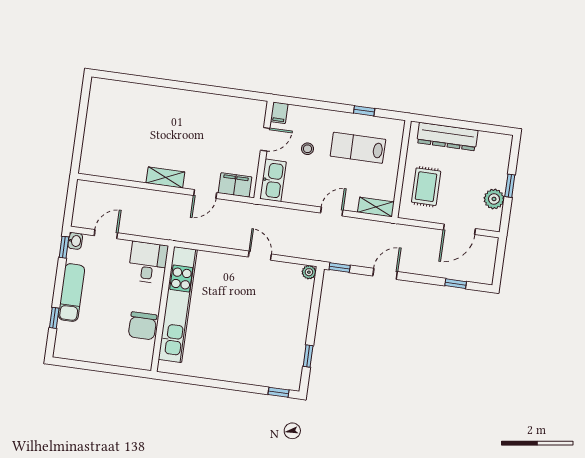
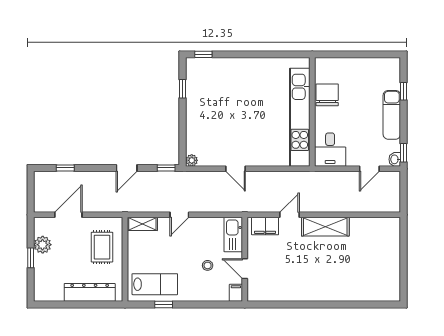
door: (265, 139) -> (245, 269), hinge flipped
lab bench: (358, 148) -> (155, 284), moved
shelving: (165, 177) -> (325, 227), width x1.50, depth x1.33

